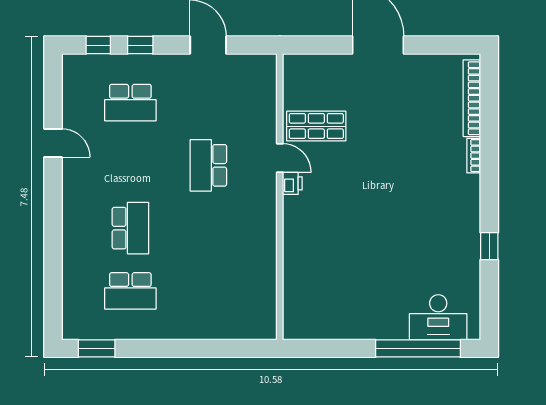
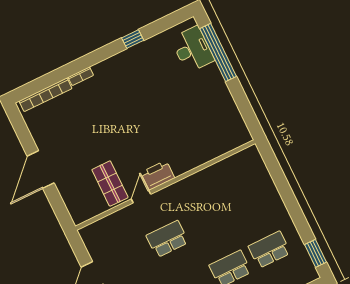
school desk: (208, 165) -> (167, 239), turned 180
printer: (292, 183) -> (158, 175), width x1.87, depth x1.48
school desk: (130, 291) -> (269, 250), turned -90

